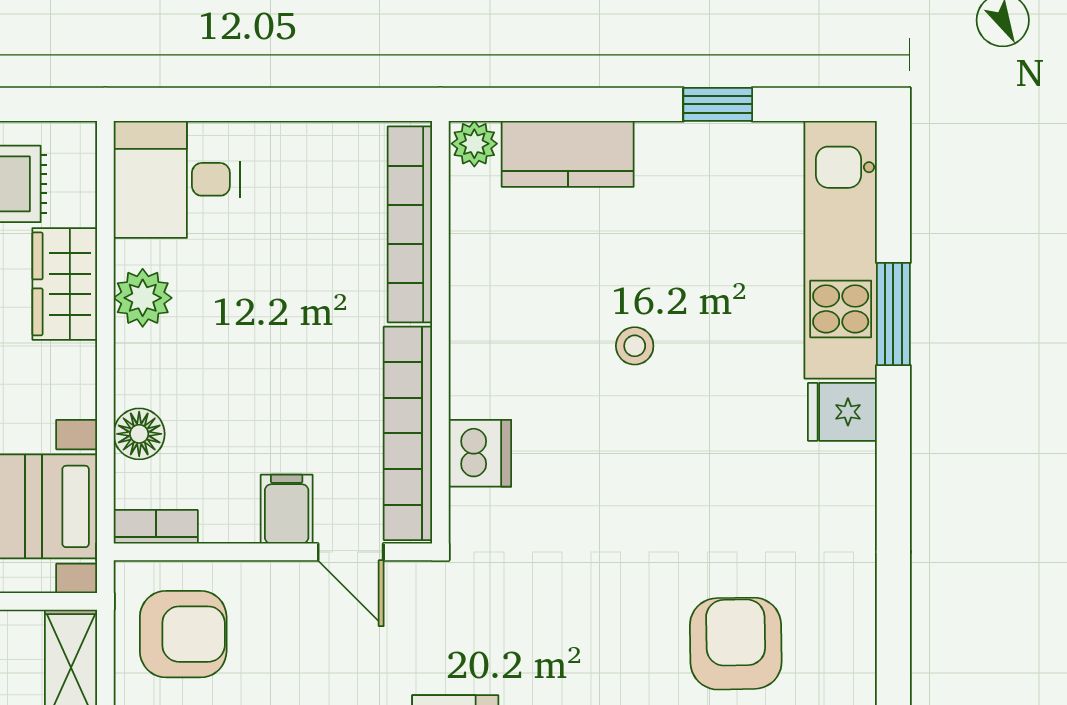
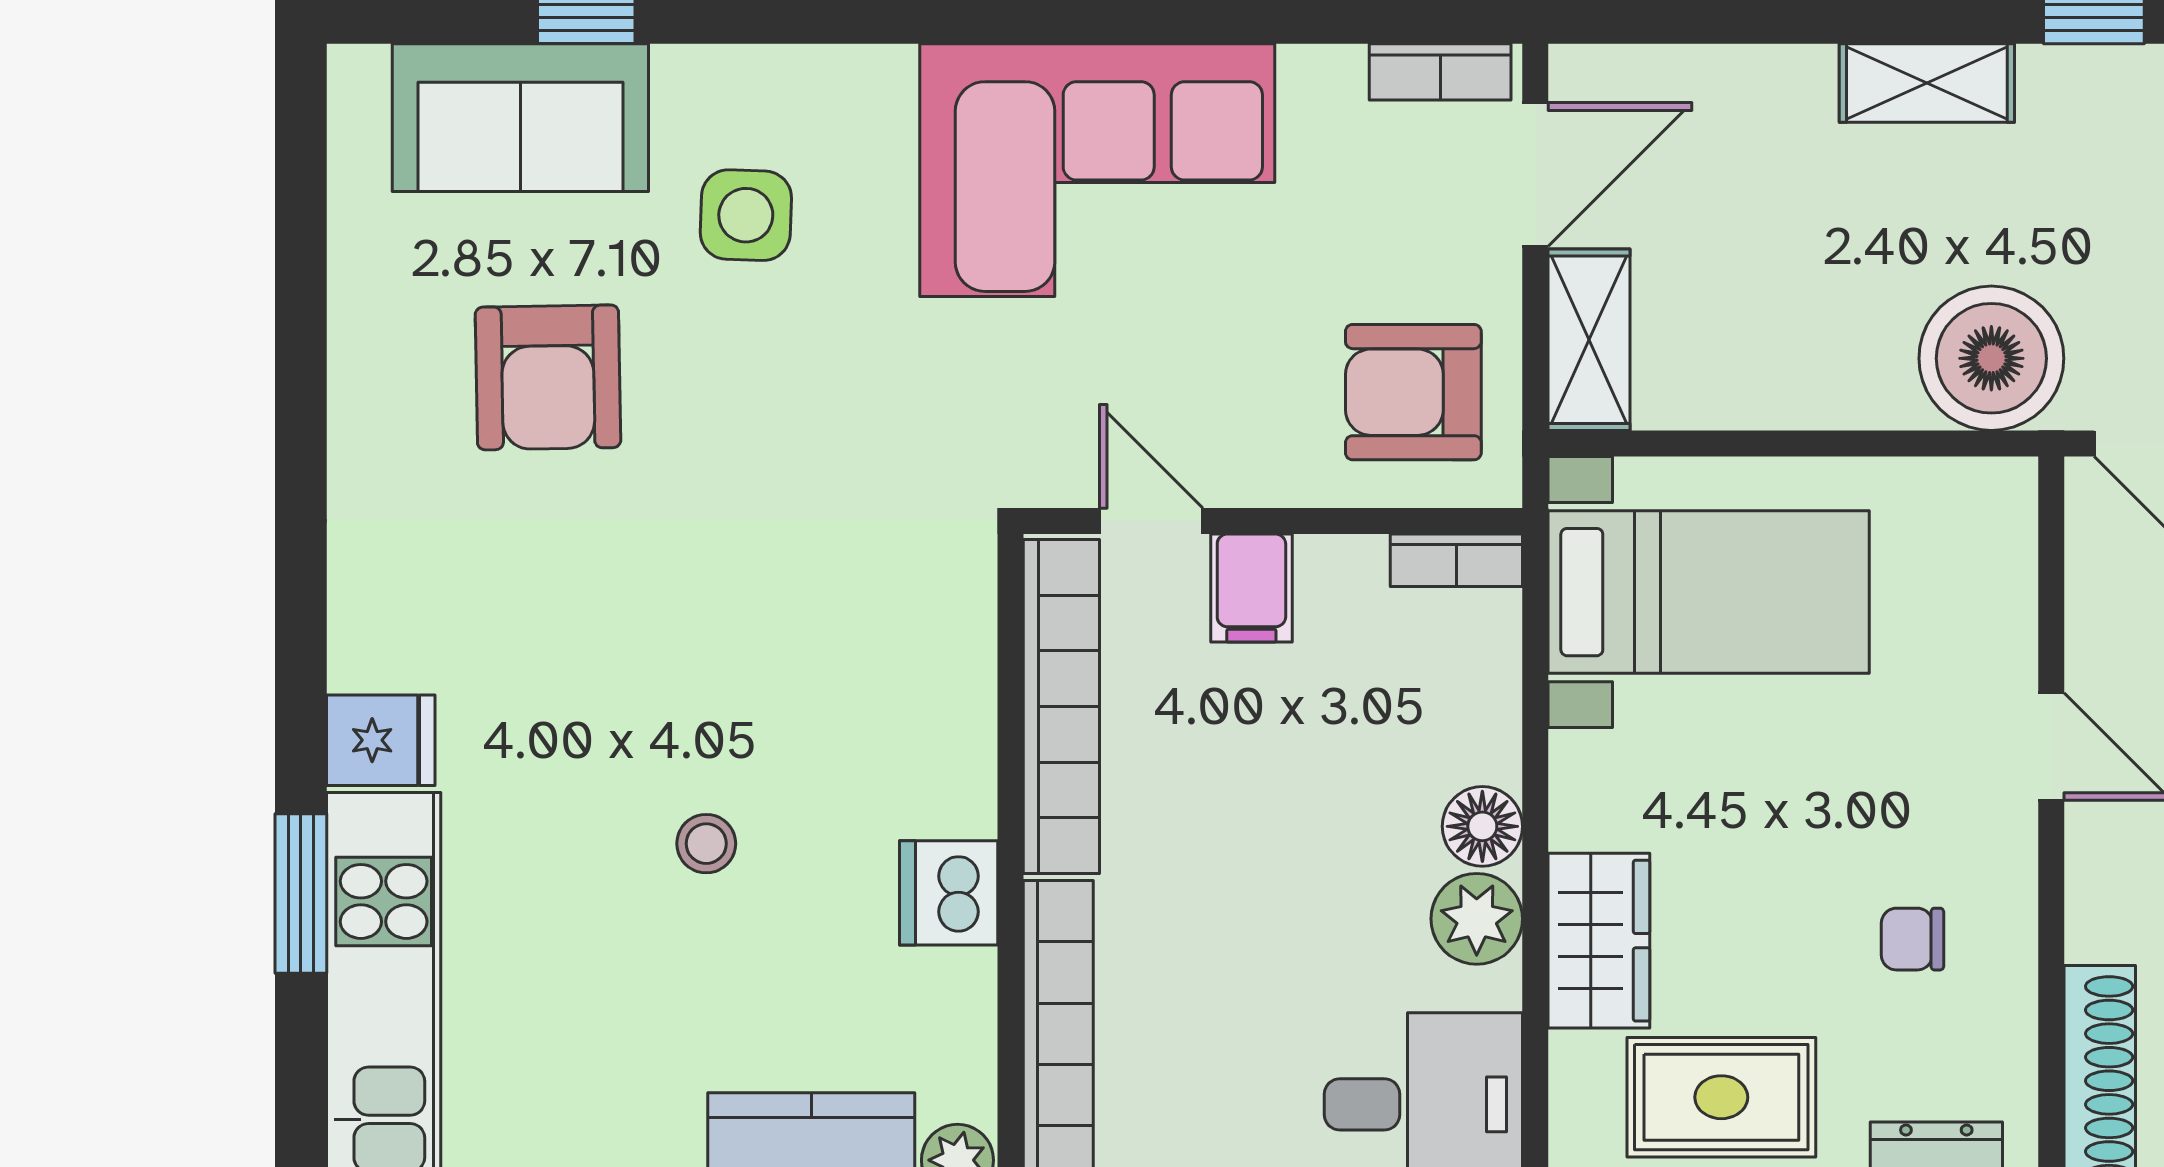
floor lamp: (139, 434) -> (1482, 826), moved
dishwasher: (480, 453) -> (949, 893), moved

